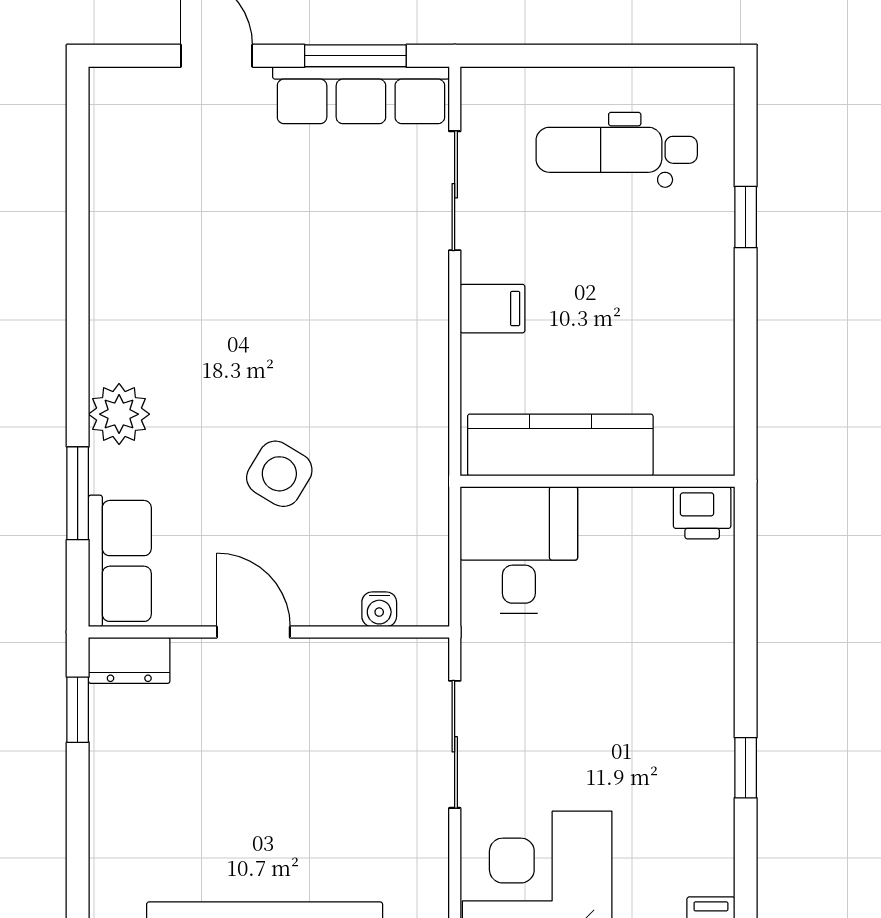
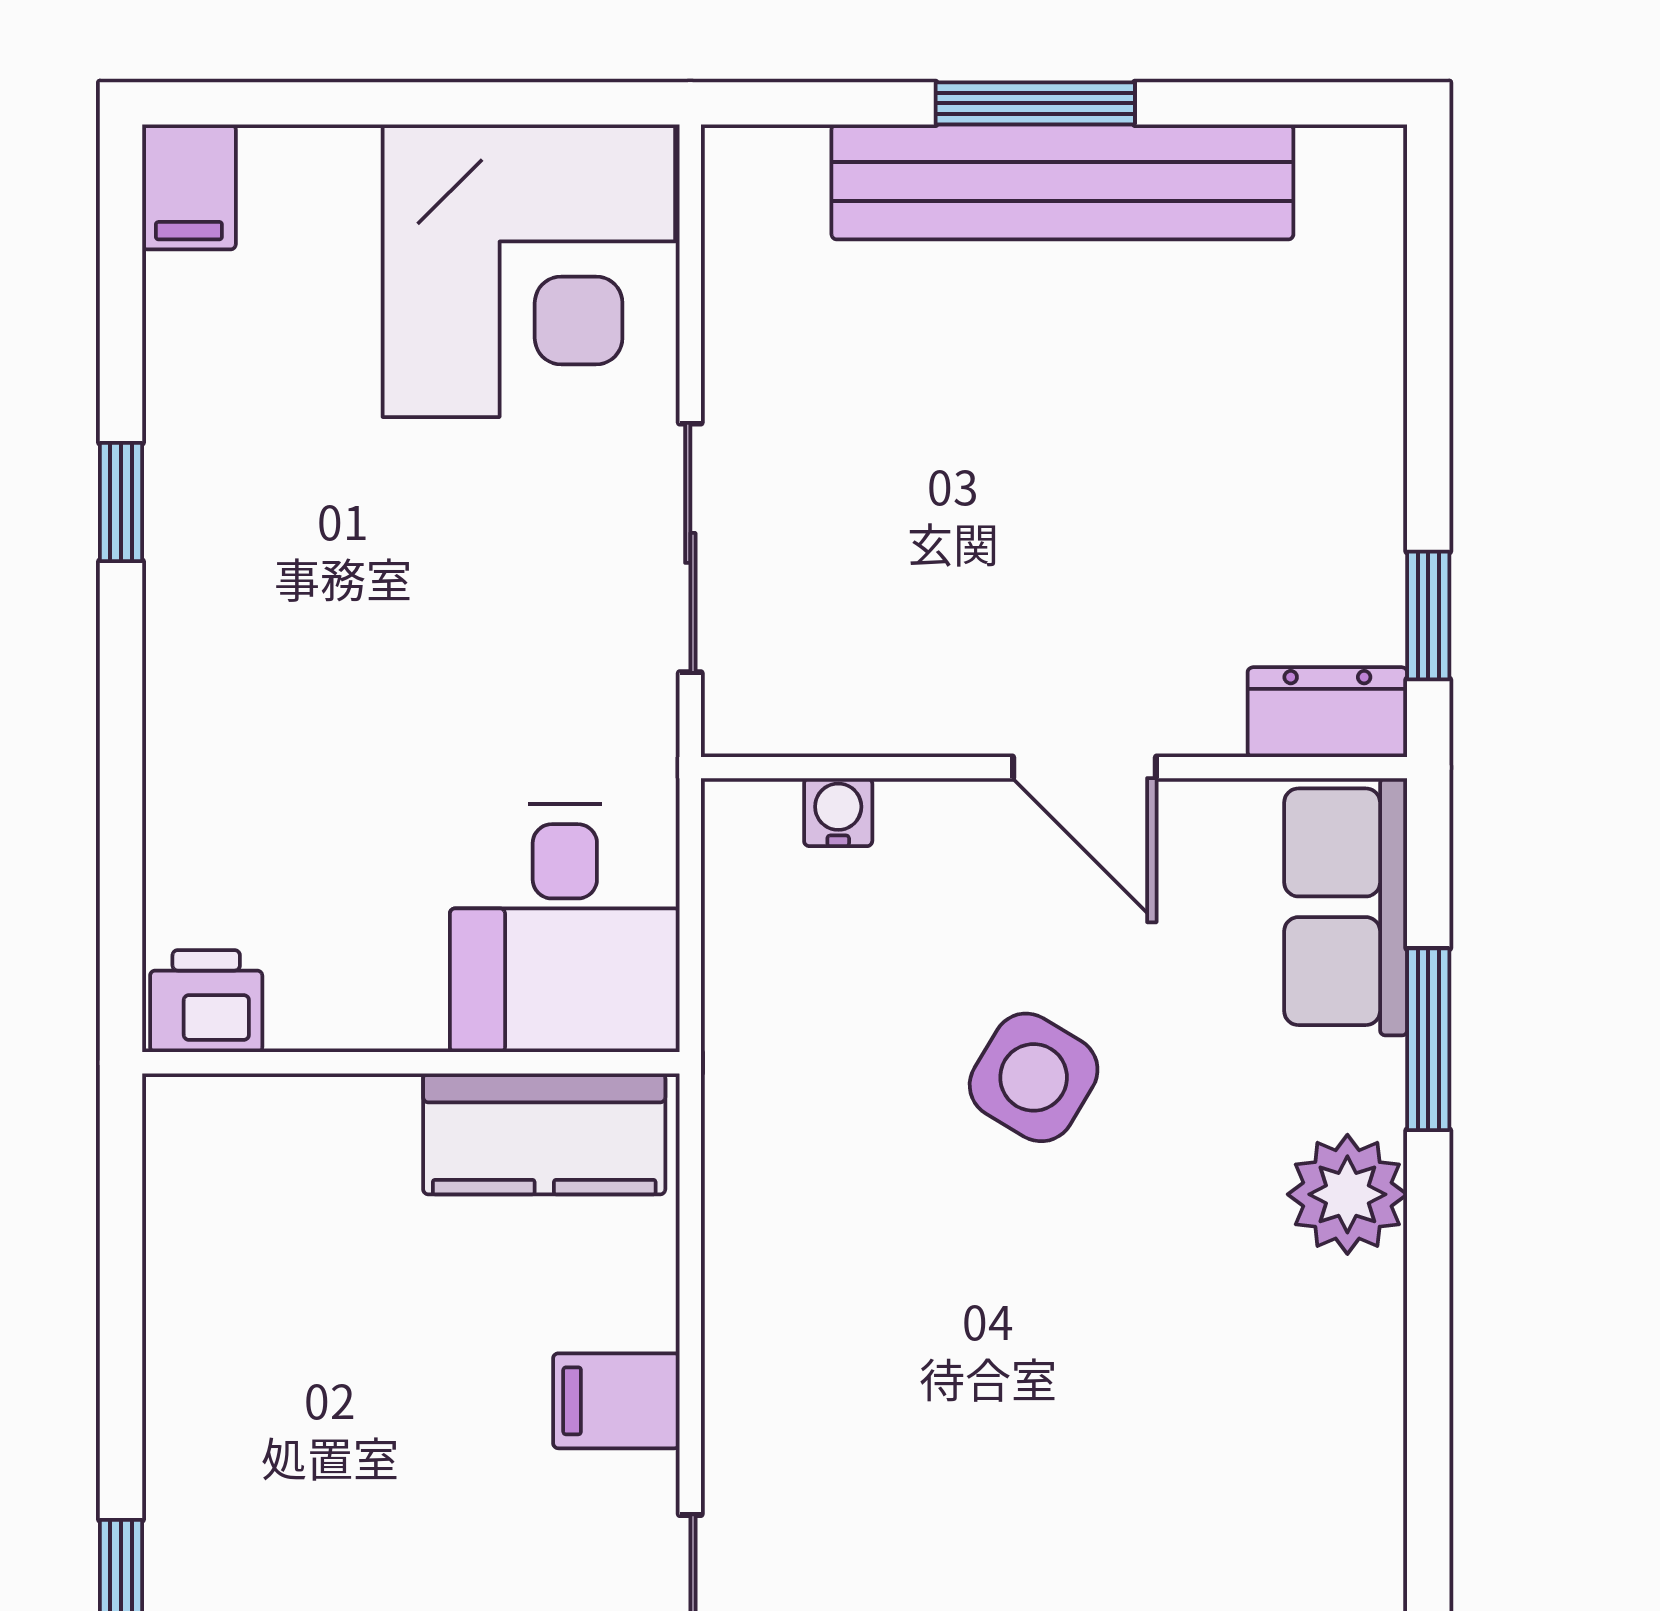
kitchen counter: (560, 445) -> (544, 1134), width x0.67

